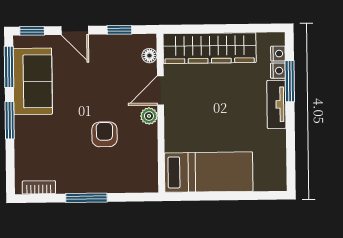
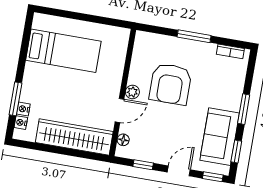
door: (75, 30) -> (179, 171), hinge flipped
window: (9, 67) -> (236, 152), width x0.67
tv unit: (276, 104) -> (29, 82), removed
armchair: (104, 134) -> (170, 84), width x1.88, depth x1.88
bed: (209, 172) -> (63, 51), moved, turned 180

